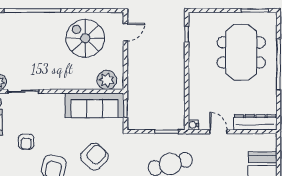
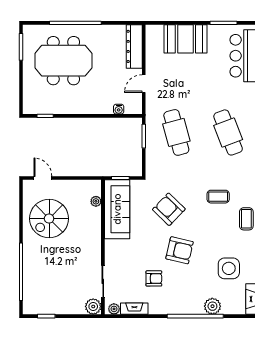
plant: (107, 80) -> (96, 201), width x0.53, depth x0.53
water cooler: (193, 125) -> (119, 109), moved

